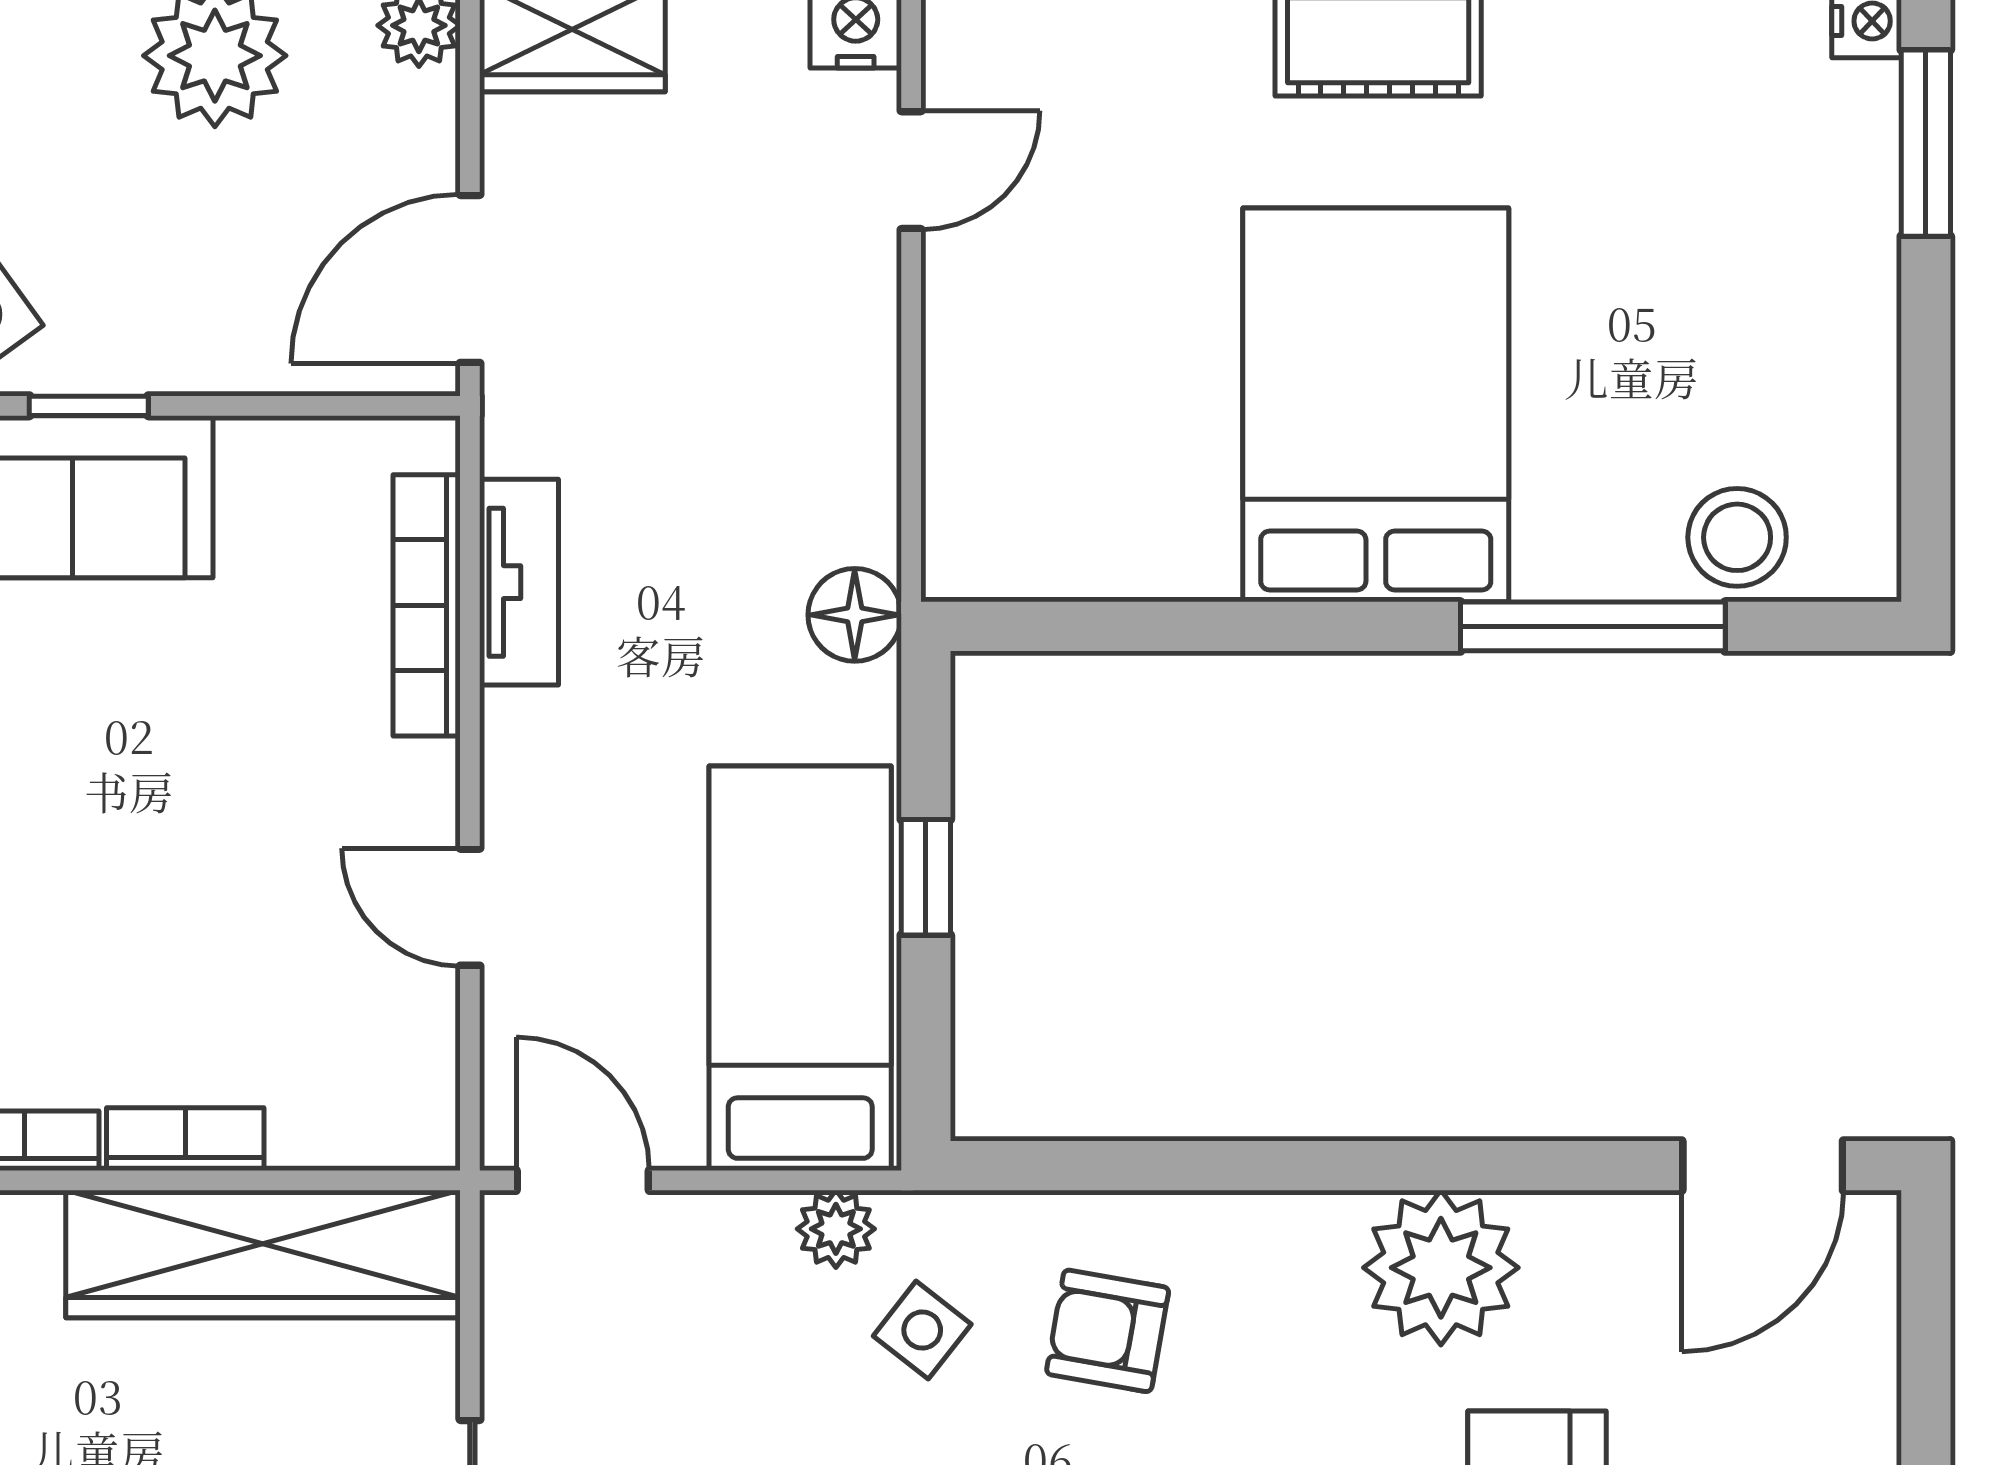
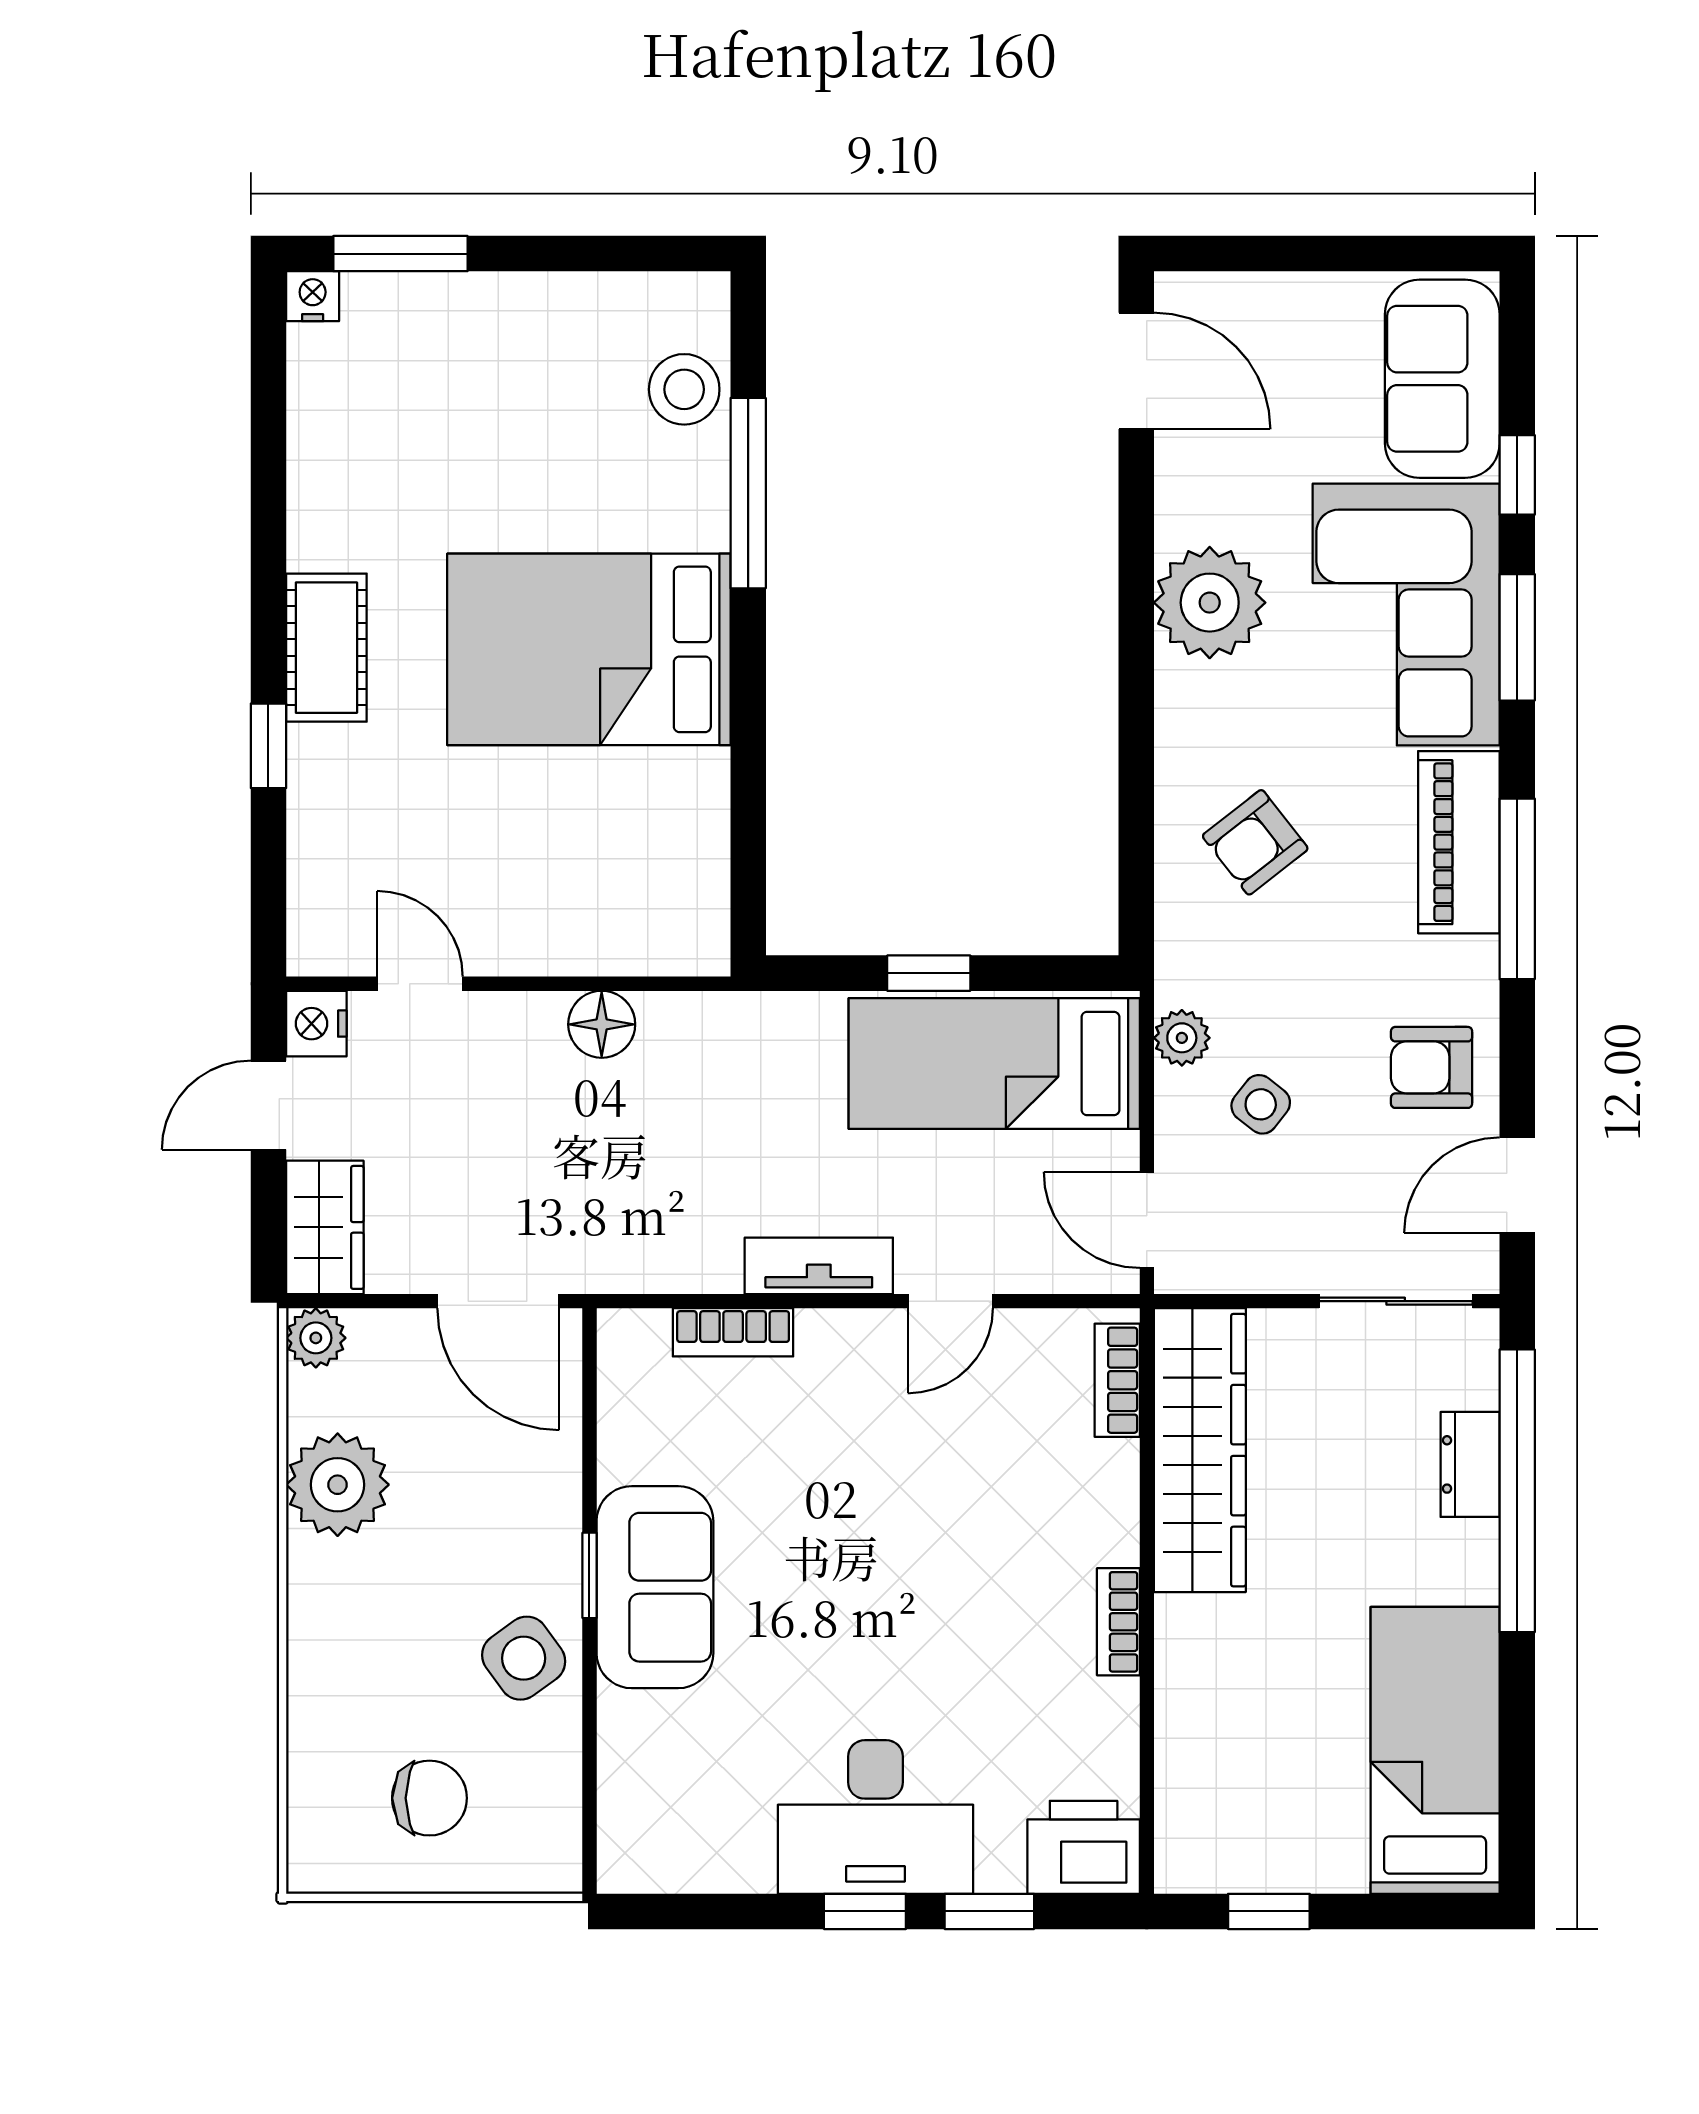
tv unit: (519, 582) -> (819, 1266), moved
bookcase: (427, 605) -> (733, 1332), width x0.64
floor lamp: (855, 615) -> (602, 1024), moved
bookcase: (185, 1139) -> (1117, 1380), moved
door: (583, 1180) -> (1147, 1220), hinge flipped
side table: (922, 1330) -> (1261, 1104), moved
armchair: (1108, 1331) -> (1255, 842), turned 42

